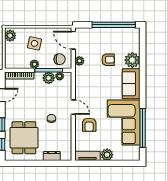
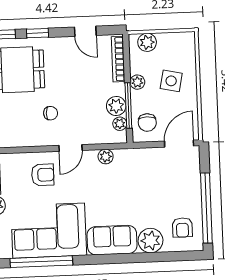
plant: (10, 36) -> (147, 42), moved
armchair: (108, 60) -> (182, 228), moved
plant: (79, 61) -> (106, 157), moved
armchair: (89, 125) -> (43, 175), turned 180

